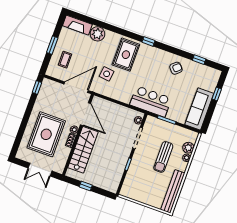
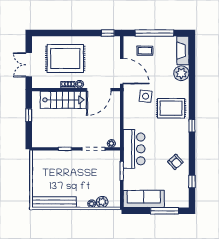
window: (52, 45) -> (154, 33), width x2.11
window: (217, 94) -> (165, 211), width x2.17
sun lounger: (163, 157) -> (84, 181), removed

